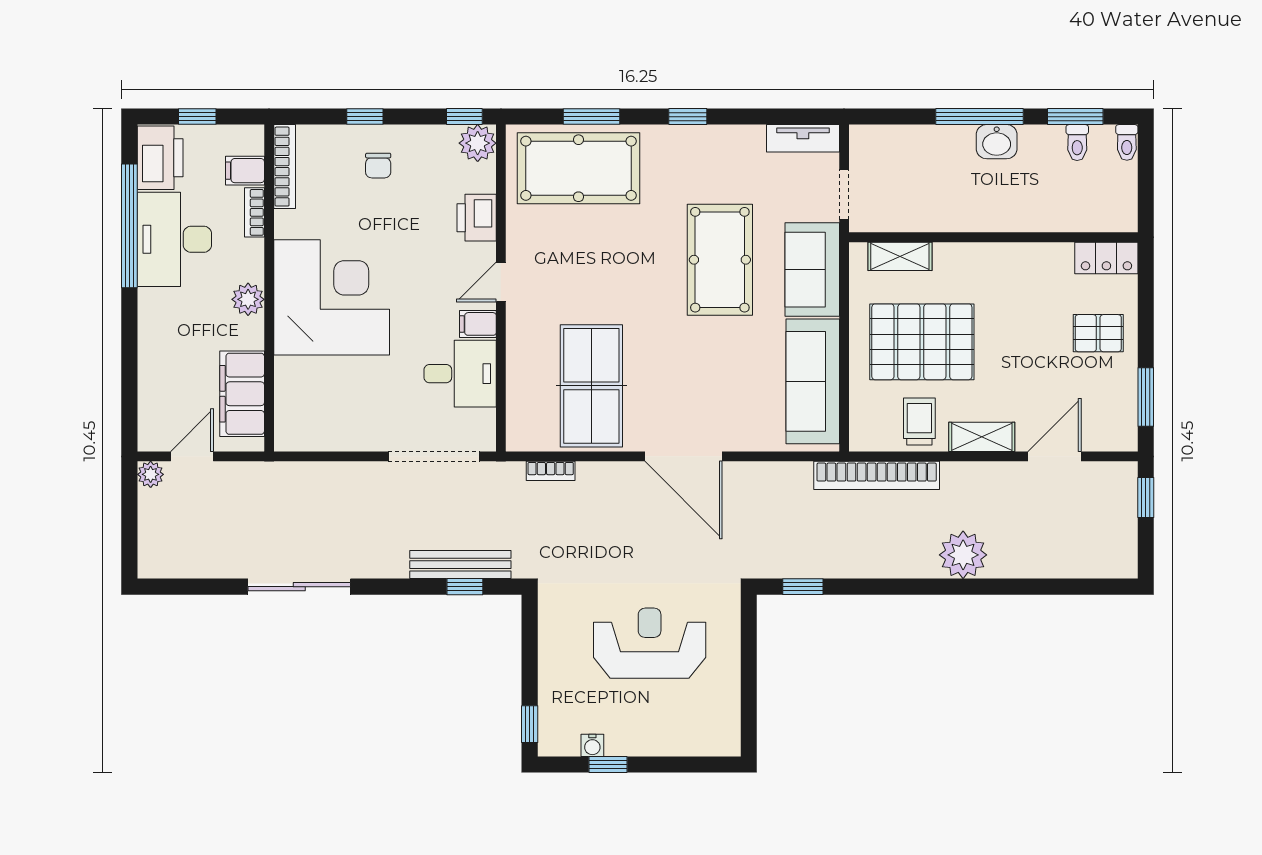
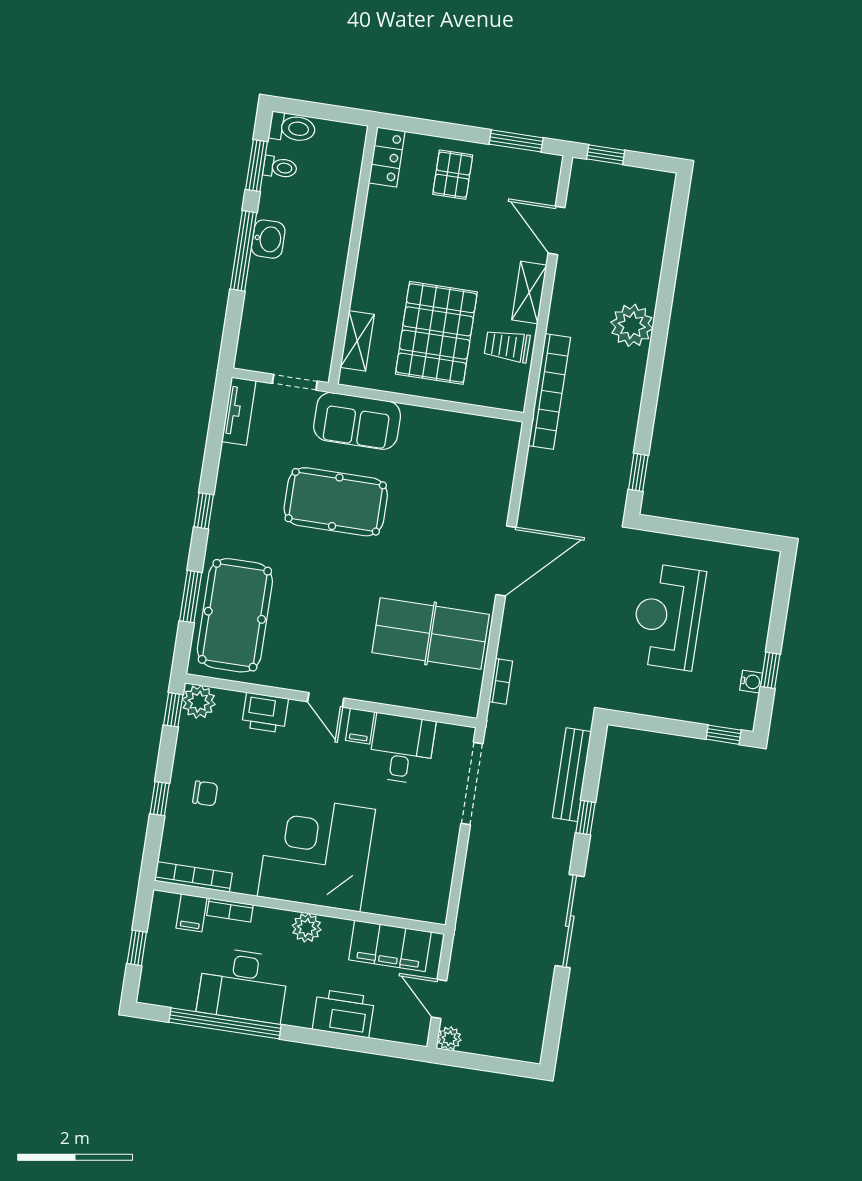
toilet: (1127, 142) -> (292, 128), width x1.37, depth x1.39
printer: (160, 158) -> (343, 1013), moved
sofa: (813, 381) -> (457, 436), removed
window: (465, 587) -> (586, 818), moved

